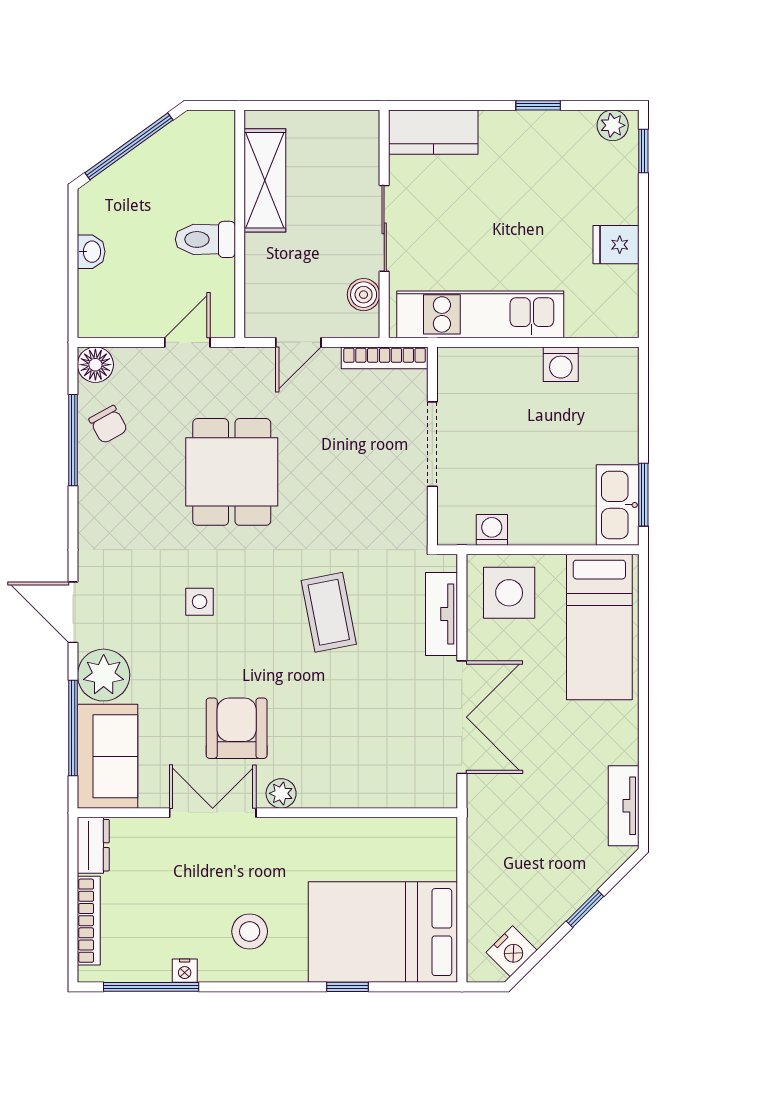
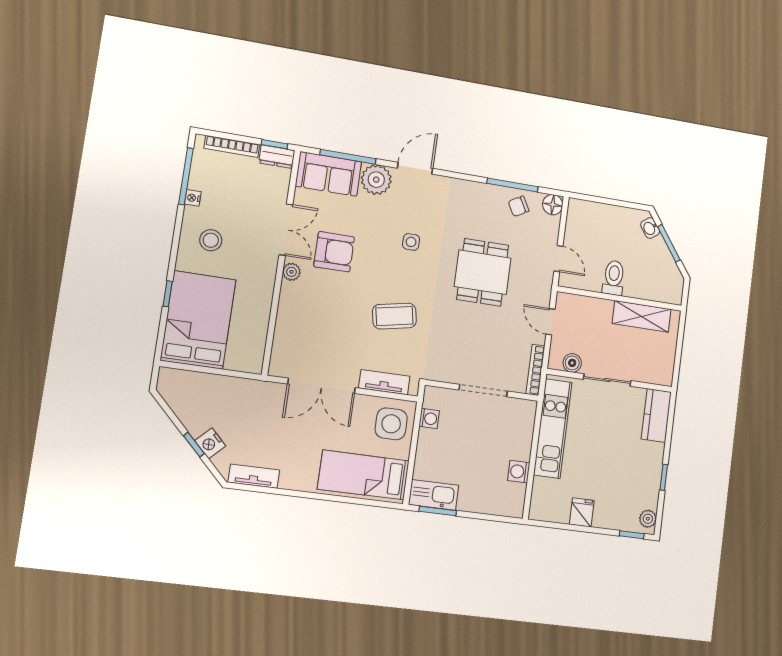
window: (129, 146) -> (669, 243), width x0.69
washbasin: (91, 252) -> (650, 228), moved, turned 54
dining table: (232, 472) -> (483, 272), turned 90
window: (73, 852) -> (274, 144), added
nightstand: (512, 951) -> (210, 443), moved

